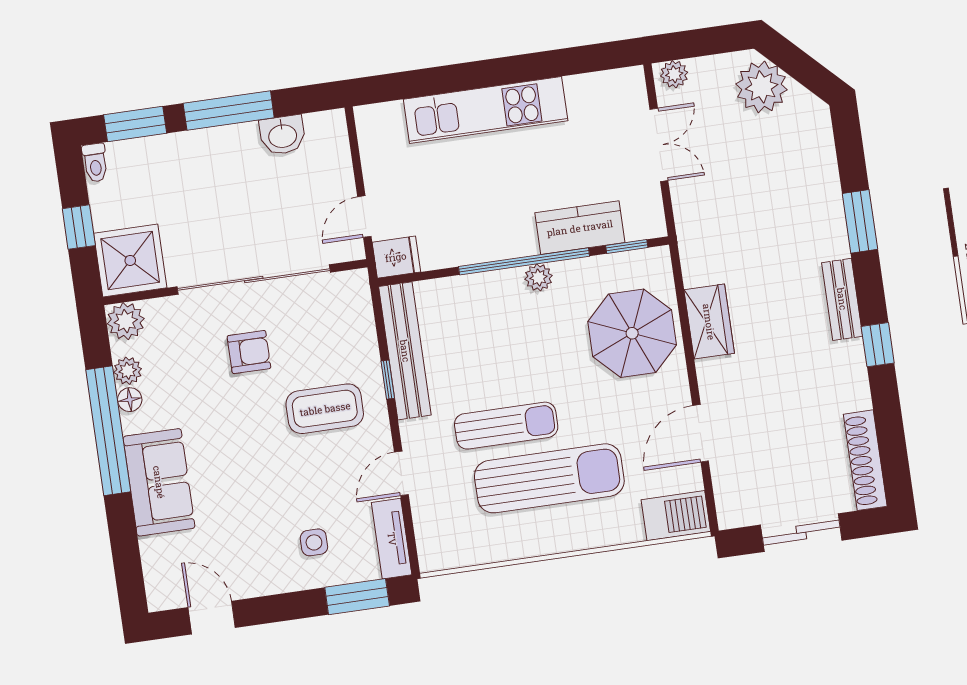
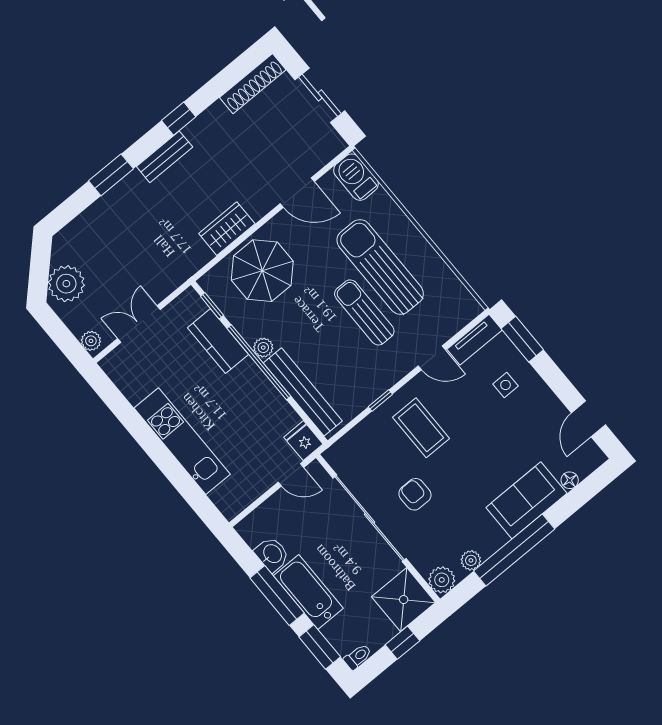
bathtub: (210, 151) -> (308, 592), added
bench: (405, 351) -> (303, 392), moved, turned 90
floor lamp: (130, 400) -> (570, 480), moved

